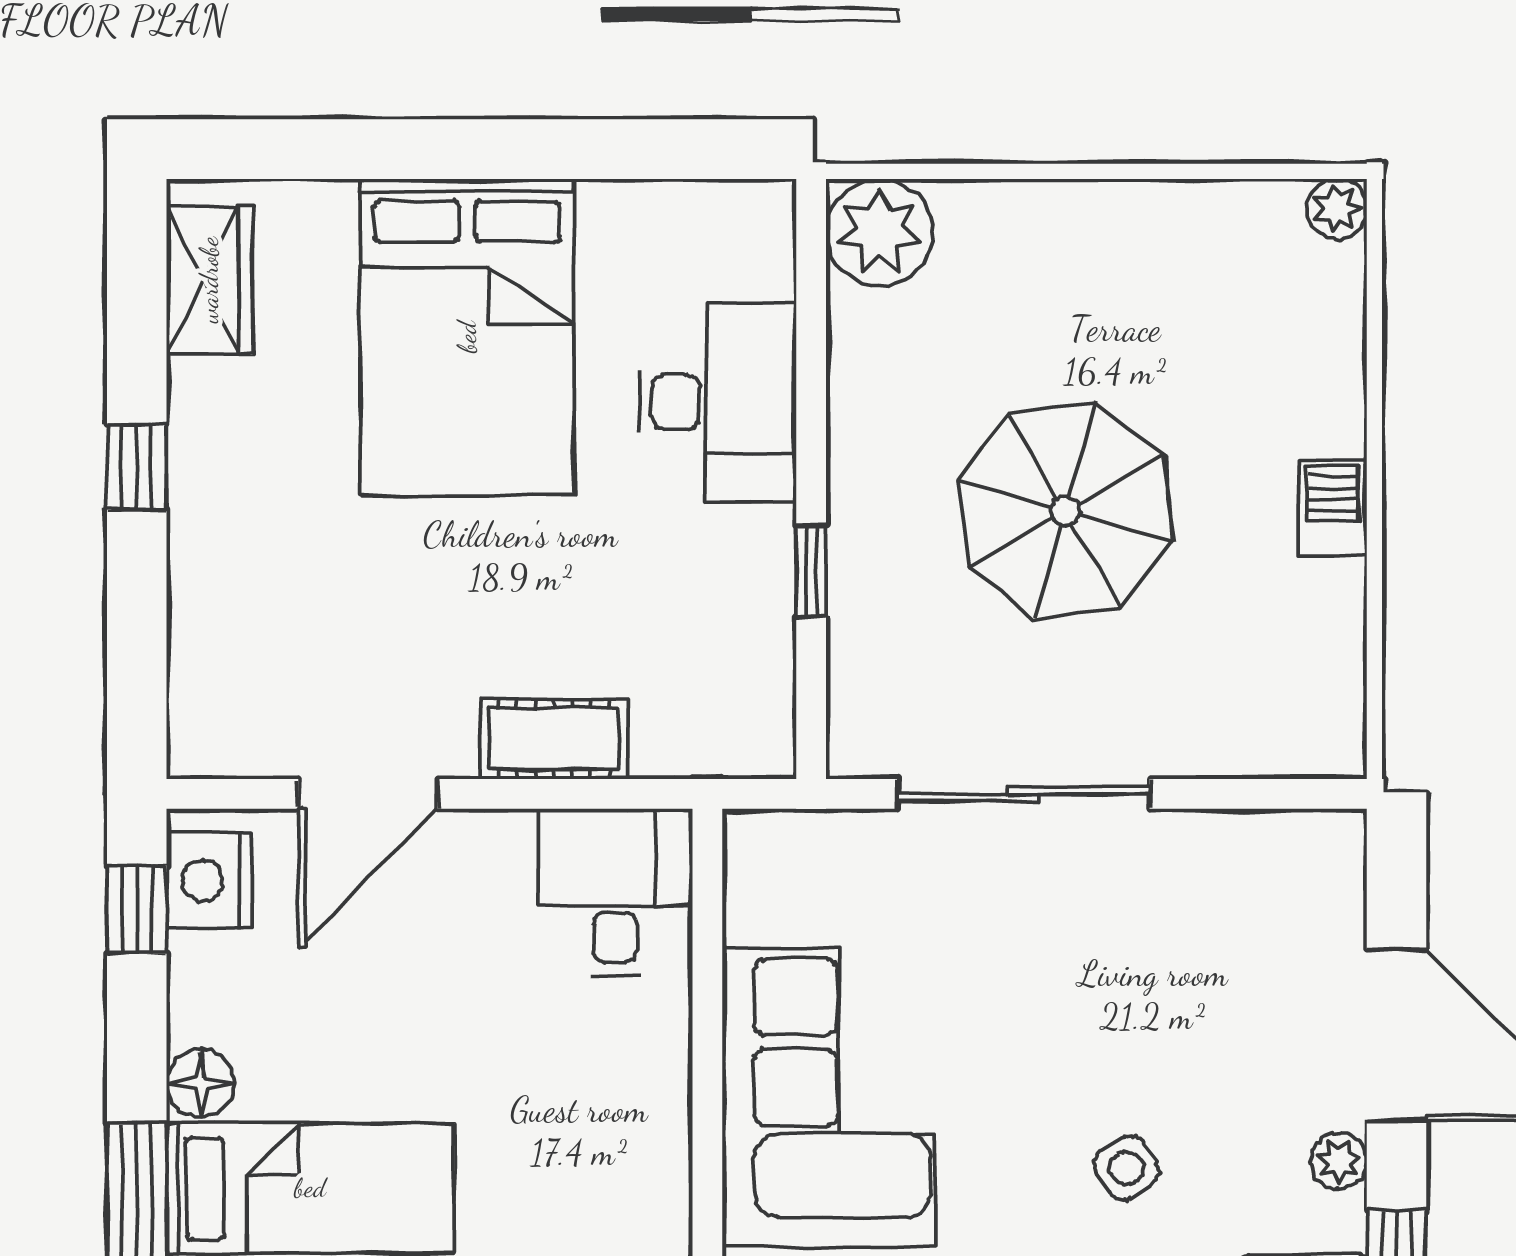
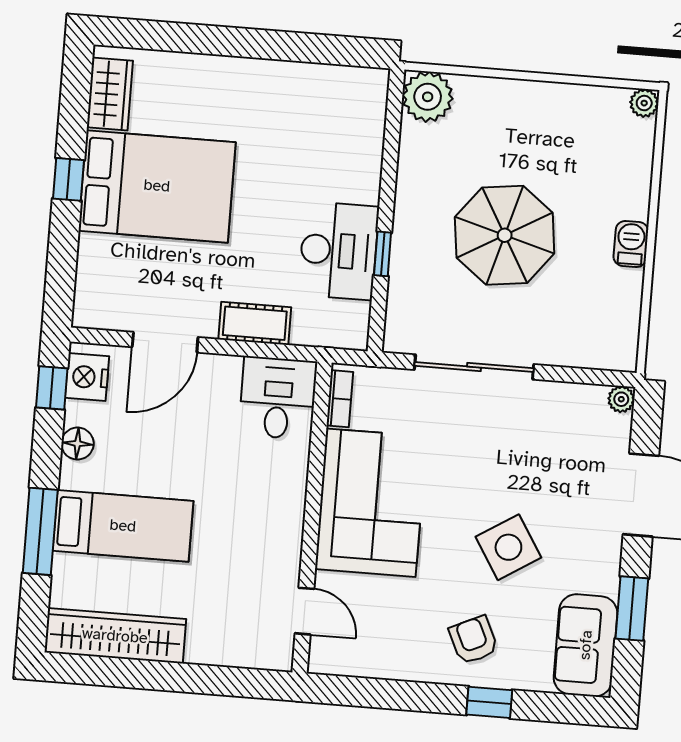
bed: (467, 337) -> (157, 186), moved, turned -90
desk: (718, 402) -> (339, 251), moved
bookcase: (746, 883) -> (340, 399), added
floor lamp: (200, 1083) -> (77, 444), moved
plant: (1339, 1161) -> (621, 399), moved
side table: (1126, 1168) -> (508, 547), width x1.87, depth x1.87

